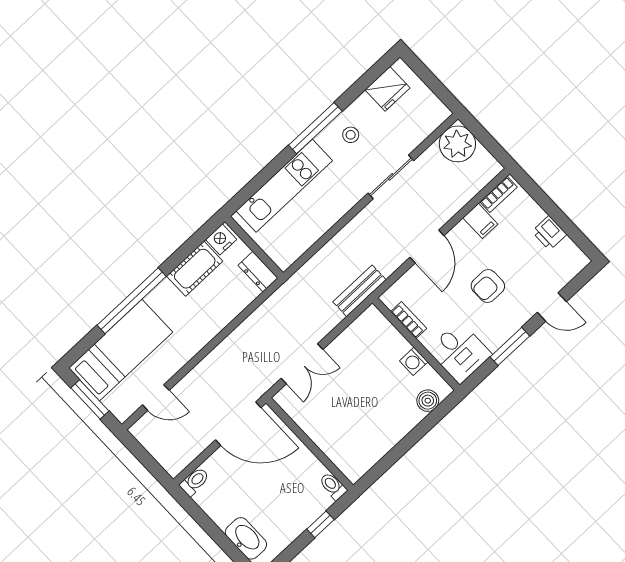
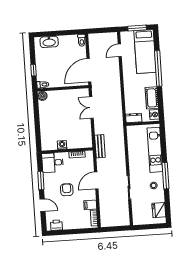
plant: (457, 144) -> (122, 218), removed
printer: (549, 233) -> (56, 225), moved
door: (427, 246) -> (96, 180), hinge flipped
door: (552, 307) -> (43, 205), swing flipped
boiler: (428, 401) -> (42, 96), moved

